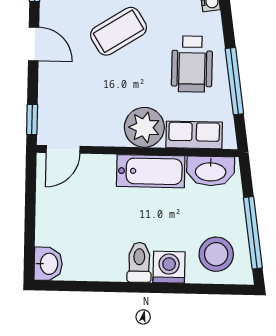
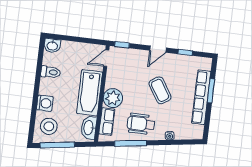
door: (63, 149) -> (106, 58), hinge flipped
bathtub: (151, 171) -> (90, 93), width x1.36, depth x1.36
toilet: (139, 262) -> (51, 72), moved

